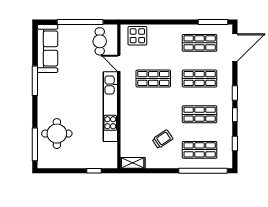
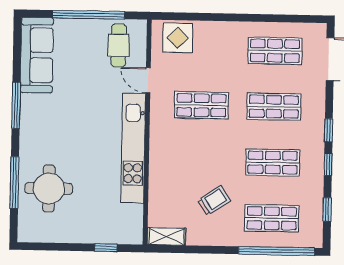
window: (213, 22) -> (296, 19), removed
window: (35, 144) -> (14, 182), moved

